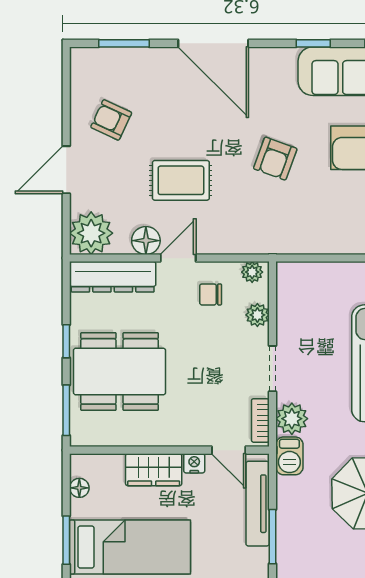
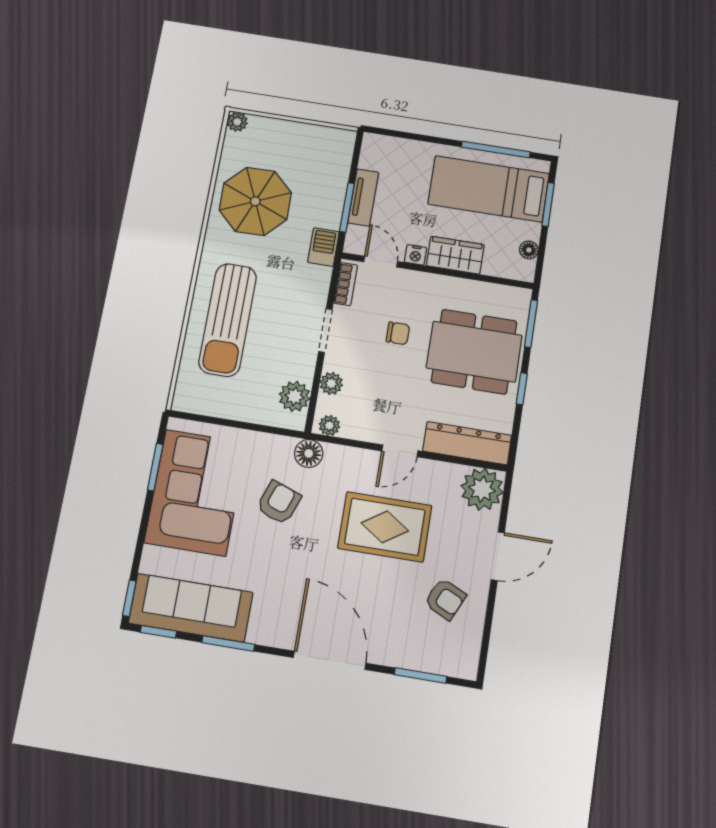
window: (313, 43) -> (228, 643), width x1.50
armchair: (275, 159) -> (279, 503), moved
rug: (181, 180) -> (385, 527), width x1.36, depth x1.43
floor lamp: (146, 241) -> (309, 453), moved
chair: (211, 294) -> (398, 333), moved
plant: (292, 419) -> (295, 396), moved
tv unit: (258, 504) -> (363, 198), width x0.71
window: (272, 537) -> (347, 207), moved

